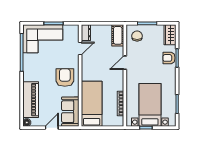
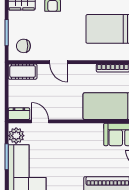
plant: (69, 31) -> (16, 136), added
armchair: (65, 78) -> (78, 142), removed

